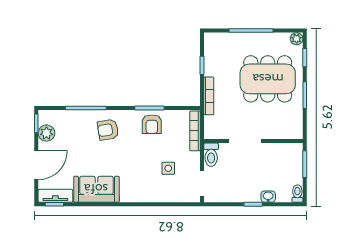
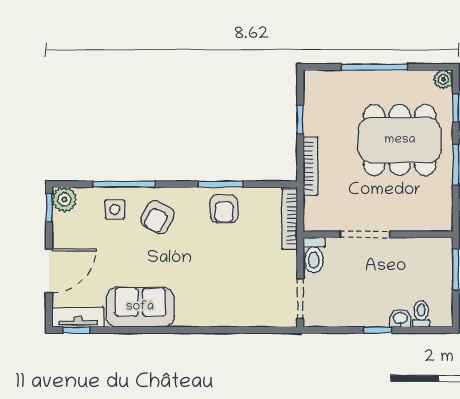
armchair: (108, 130) -> (158, 217), turned -53
plant: (46, 133) -> (64, 199), moved
side table: (168, 168) -> (115, 209), moved
toilet: (297, 194) -> (421, 314), moved

